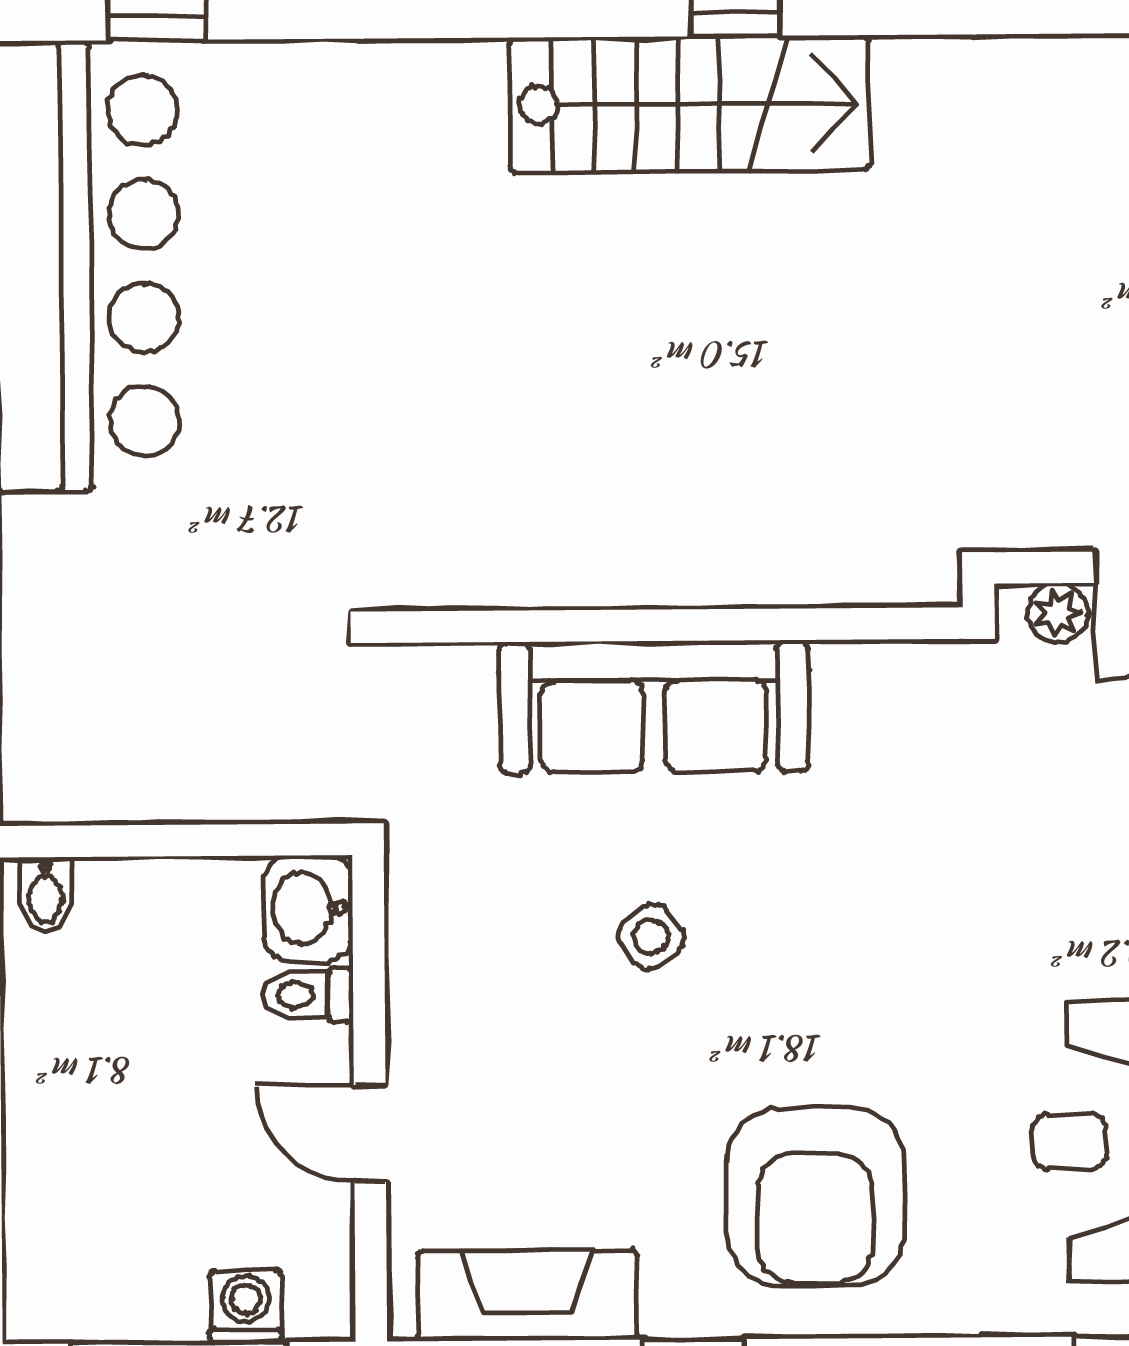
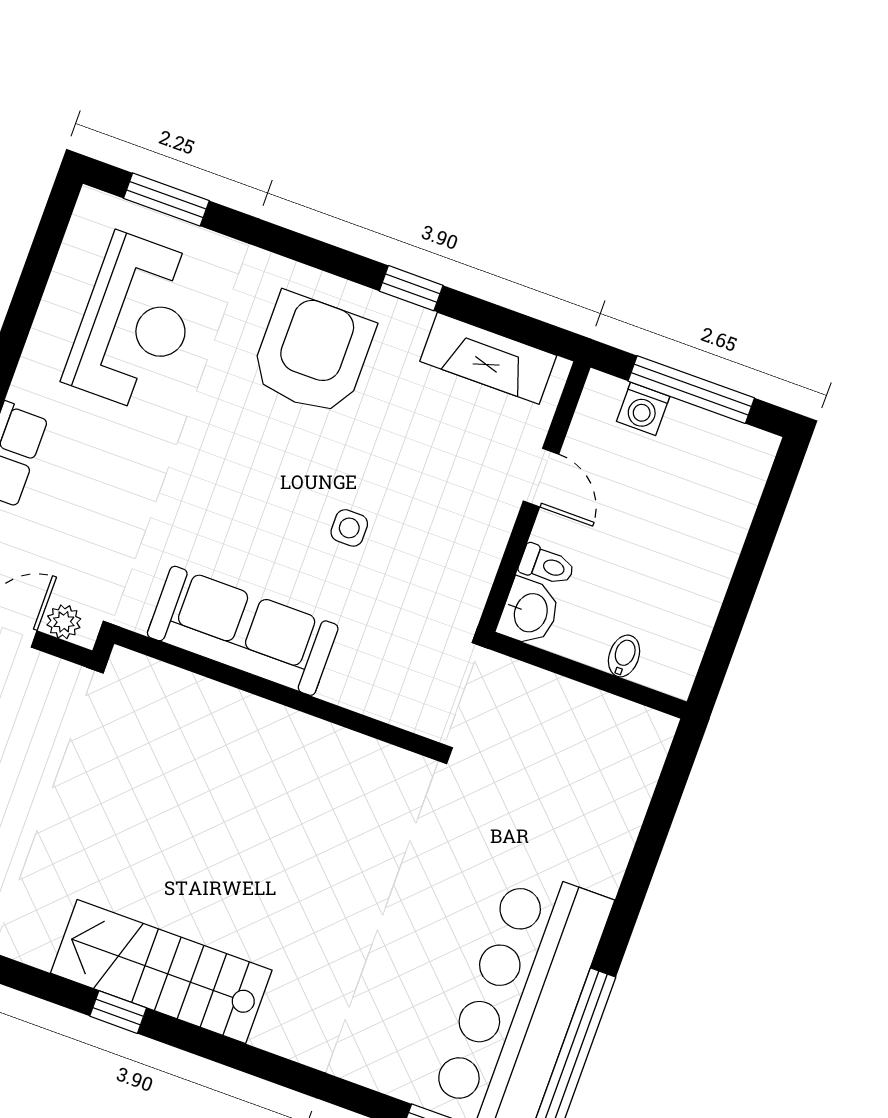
sofa: (654, 707) -> (243, 631), moved
bidet: (46, 894) -> (624, 656), moved
side table: (651, 937) -> (349, 528), turned 34

